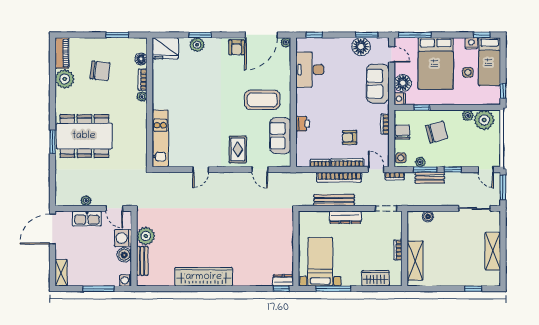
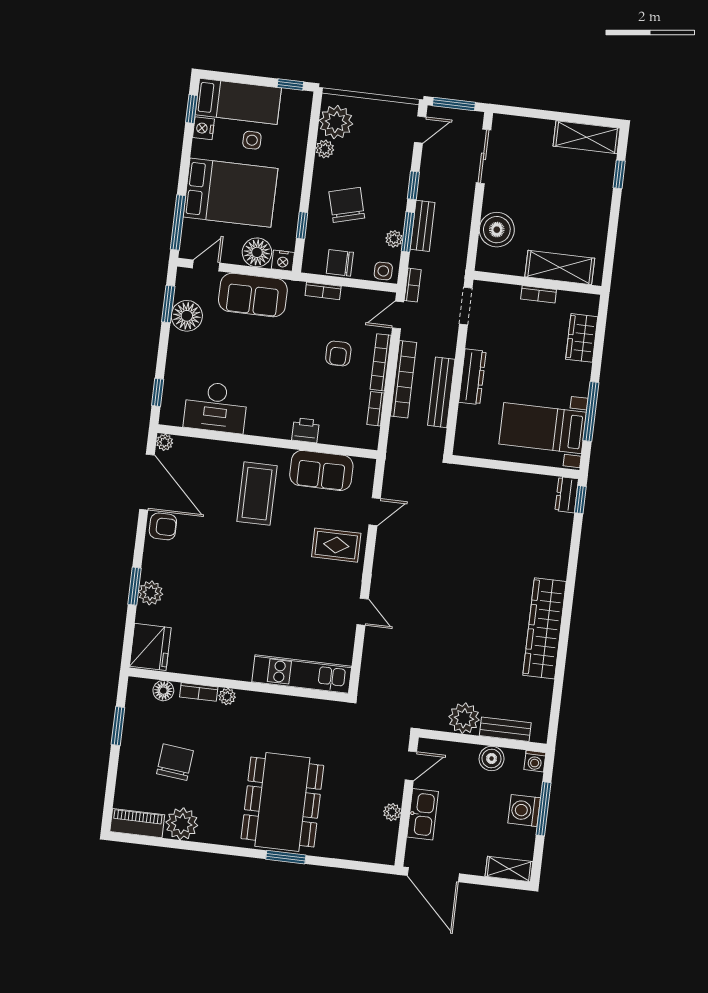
boiler: (428, 216) -> (497, 230), width x1.86, depth x1.86
washing machine: (123, 238) -> (524, 810), moved, turned 90
shelving: (493, 251) -> (587, 137), moved

